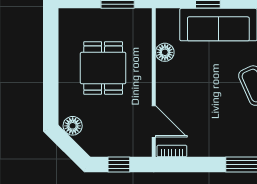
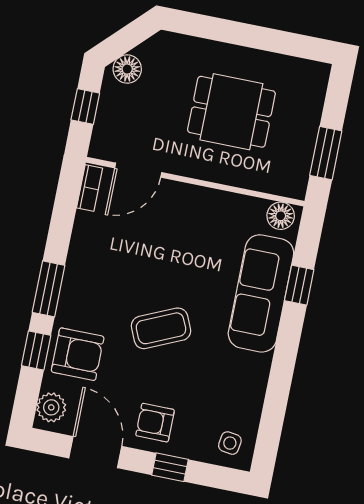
floor lamp: (165, 52) -> (281, 216), moved
floor lamp: (73, 126) -> (127, 69), moved

